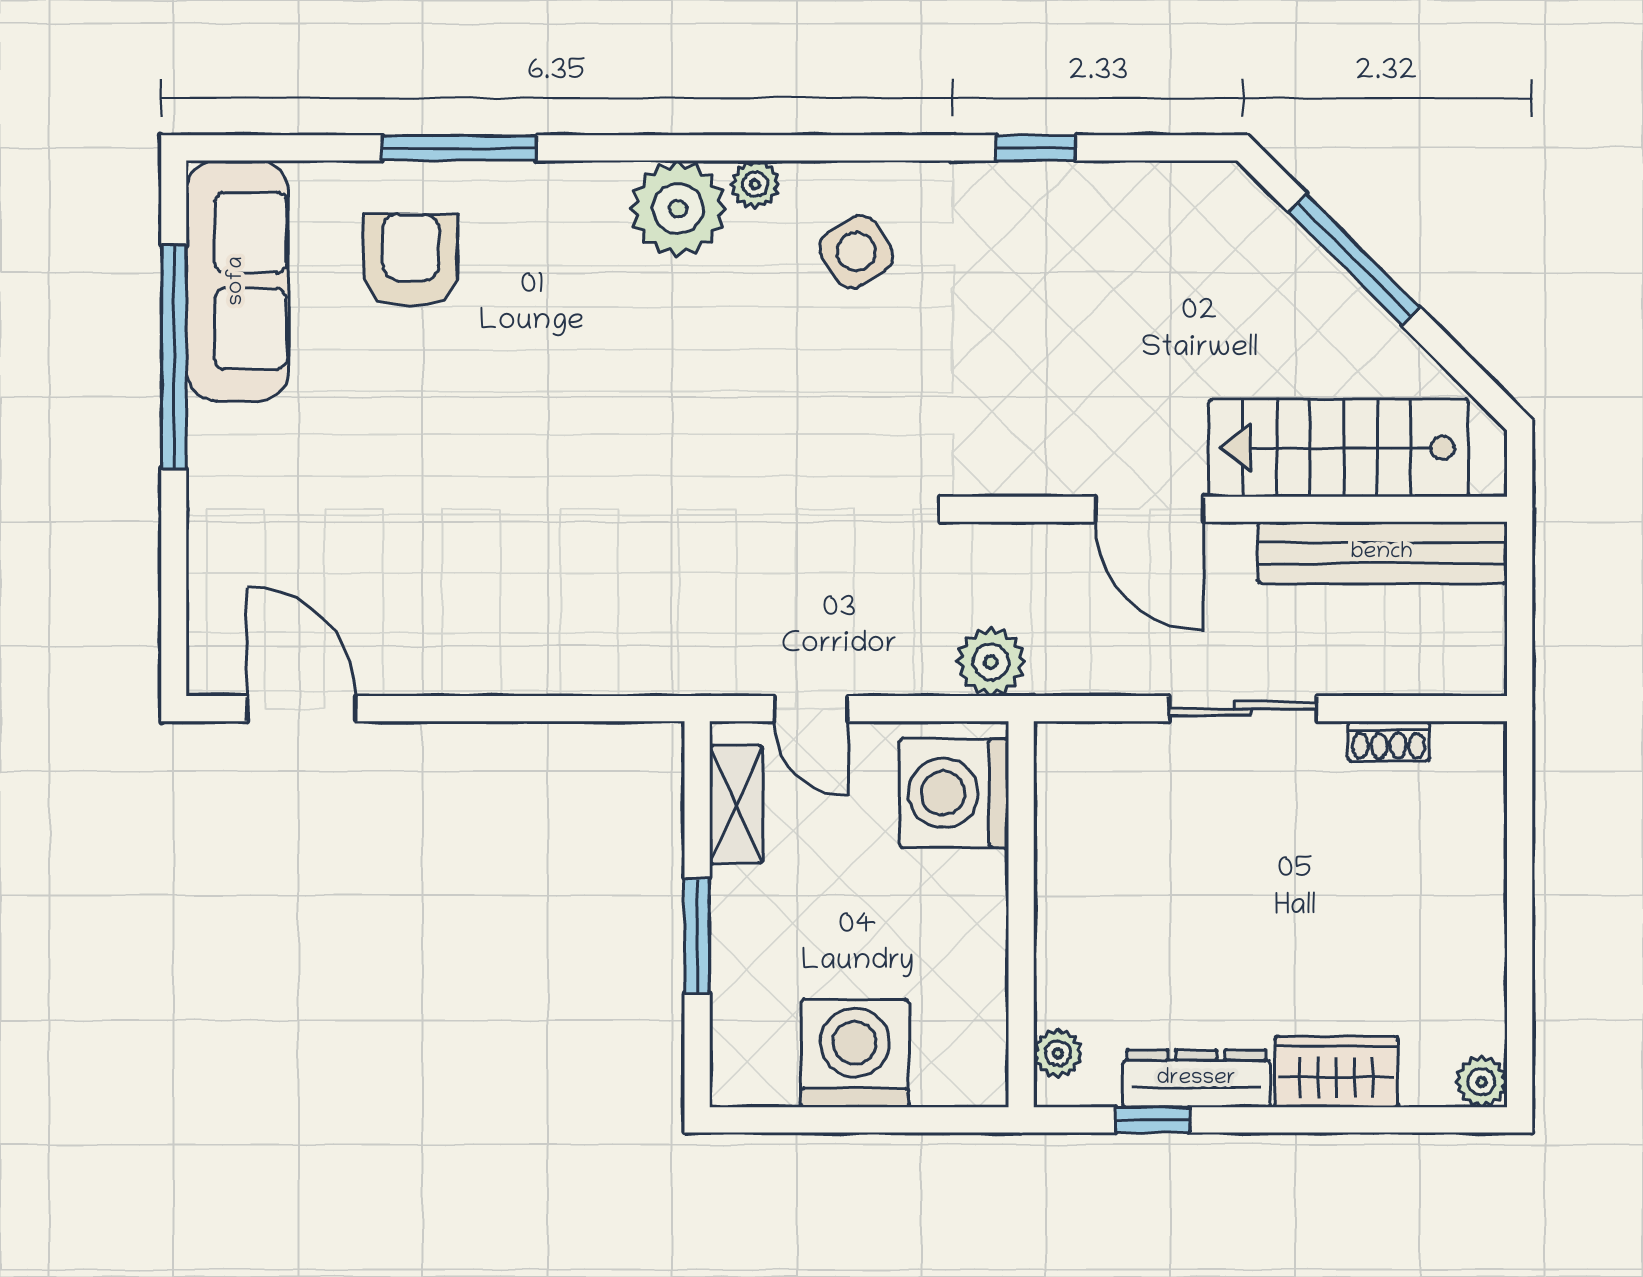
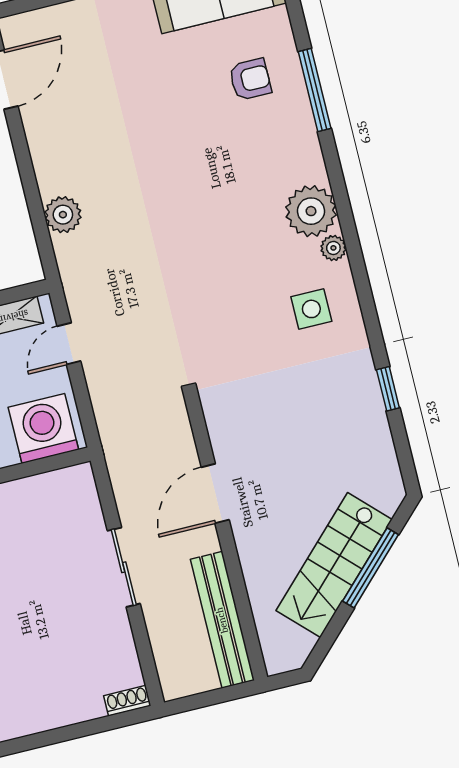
side table: (856, 252) -> (311, 309), turned 32
armchair: (411, 260) -> (250, 79), width x0.72, depth x0.72
stairs: (1339, 448) -> (334, 565), moved, turned -135
plant: (991, 662) -> (63, 215), moved
shoe rack: (1389, 741) -> (127, 701), moved, turned 90

